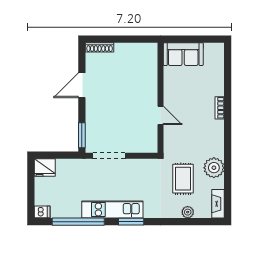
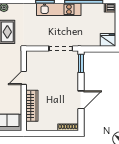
wardrobe: (149, 77) -> (32, 106), added
door: (160, 115) -> (24, 78), hinge flipped

